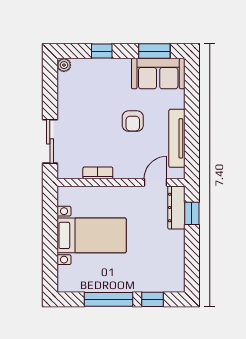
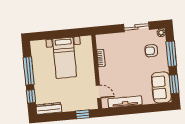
window: (102, 51) -> (171, 54), width x2.17
armchair: (133, 121) -> (151, 51), moved
sliding door: (50, 141) -> (137, 27), moved
dresser: (176, 208) -> (49, 108), moved

